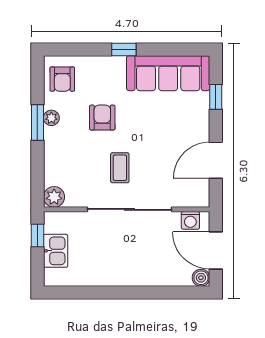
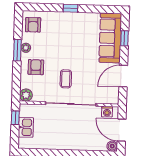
sofa: (168, 73) -> (110, 38), moved, turned 90
armchair: (102, 118) -> (36, 67), moved

